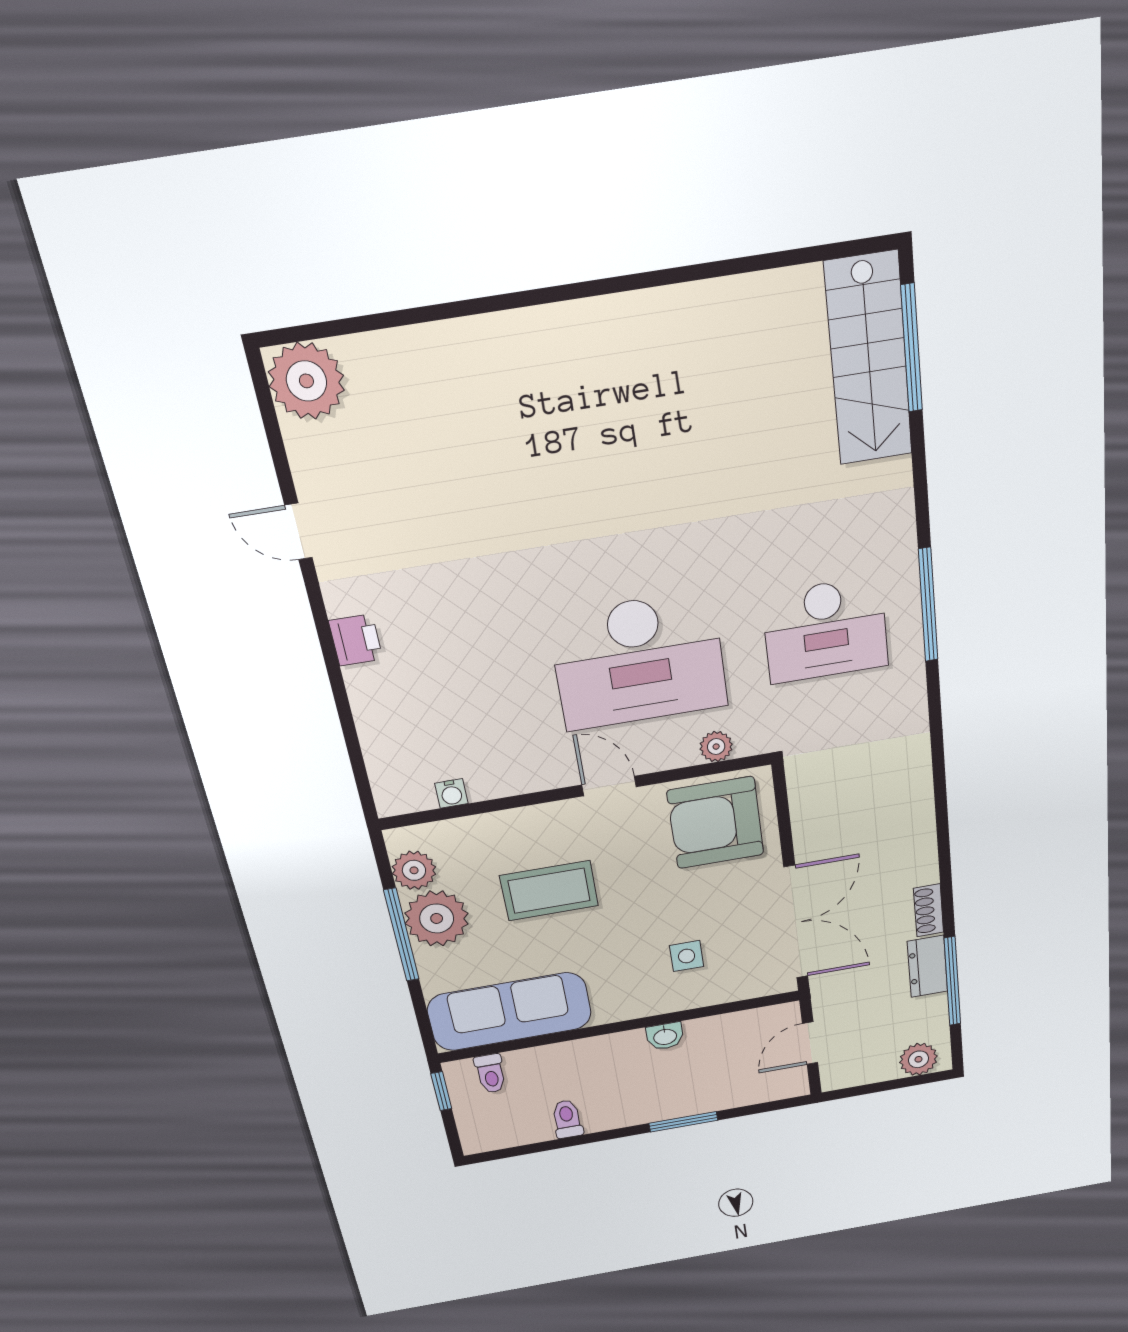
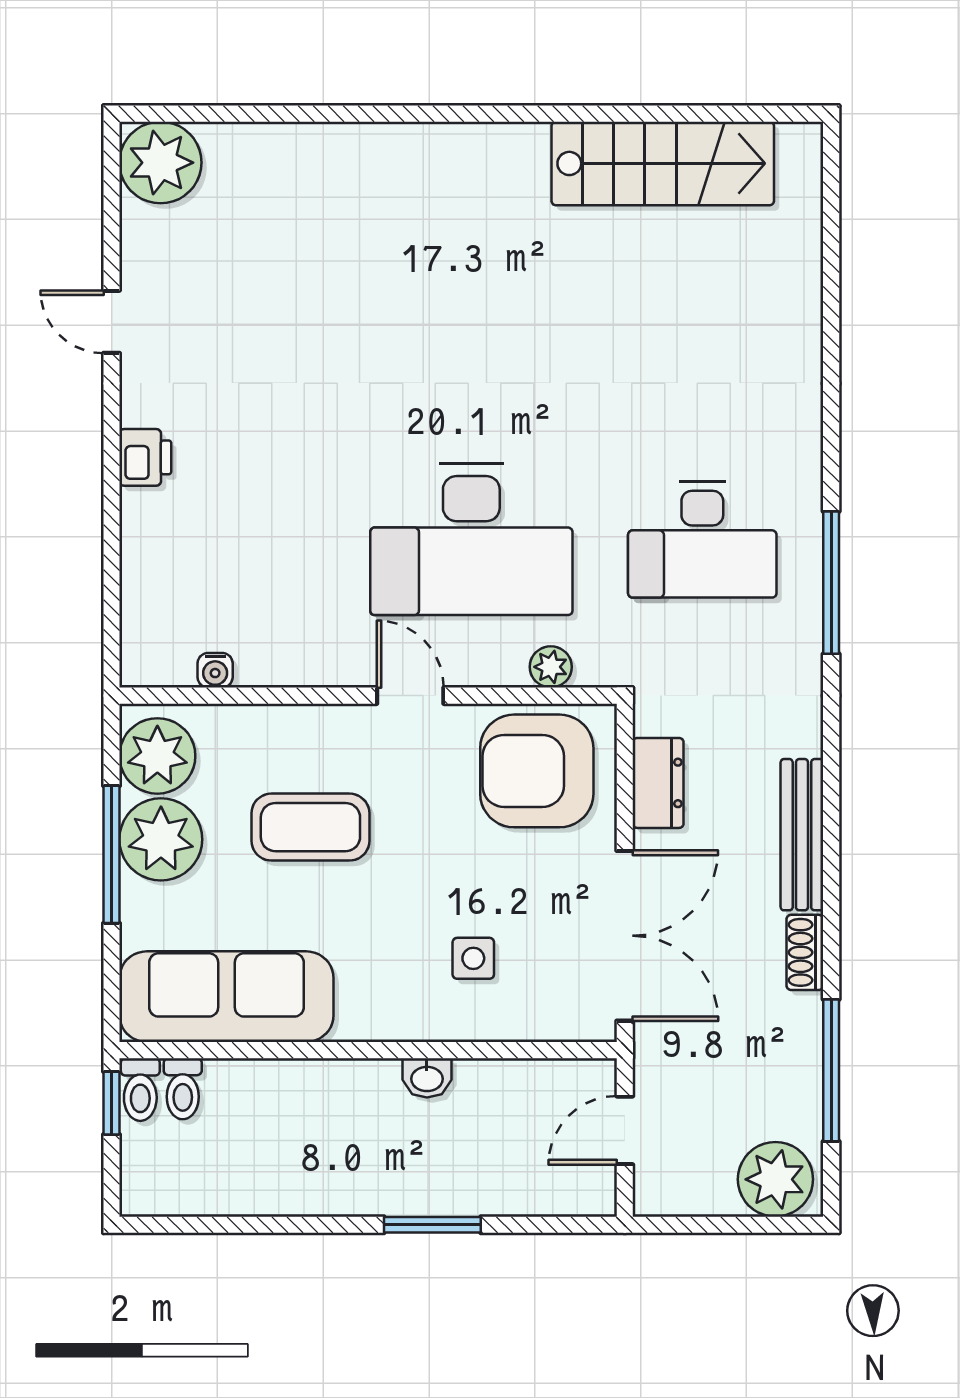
window: (912, 348) -> (831, 228), removed
stairs: (869, 360) -> (663, 163), moved, turned -90
window: (928, 605) -> (831, 583), moved
bench: (921, 833) -> (802, 835), added
plant: (414, 870) -> (157, 756), width x1.36, depth x1.36
dresser: (927, 966) -> (658, 783), moved, turned 180
plant: (918, 1059) -> (775, 1179), width x1.36, depth x1.36
toilet: (567, 1119) -> (140, 1090), moved, turned 180

